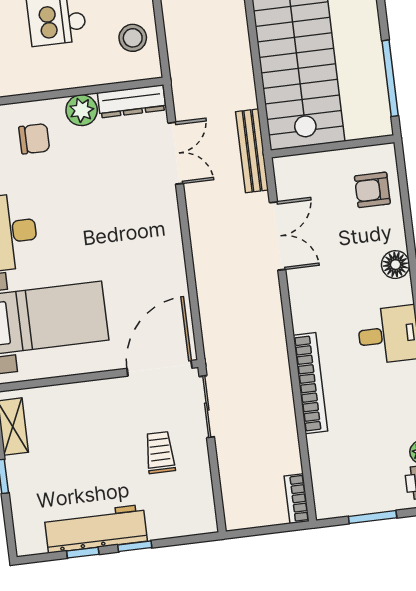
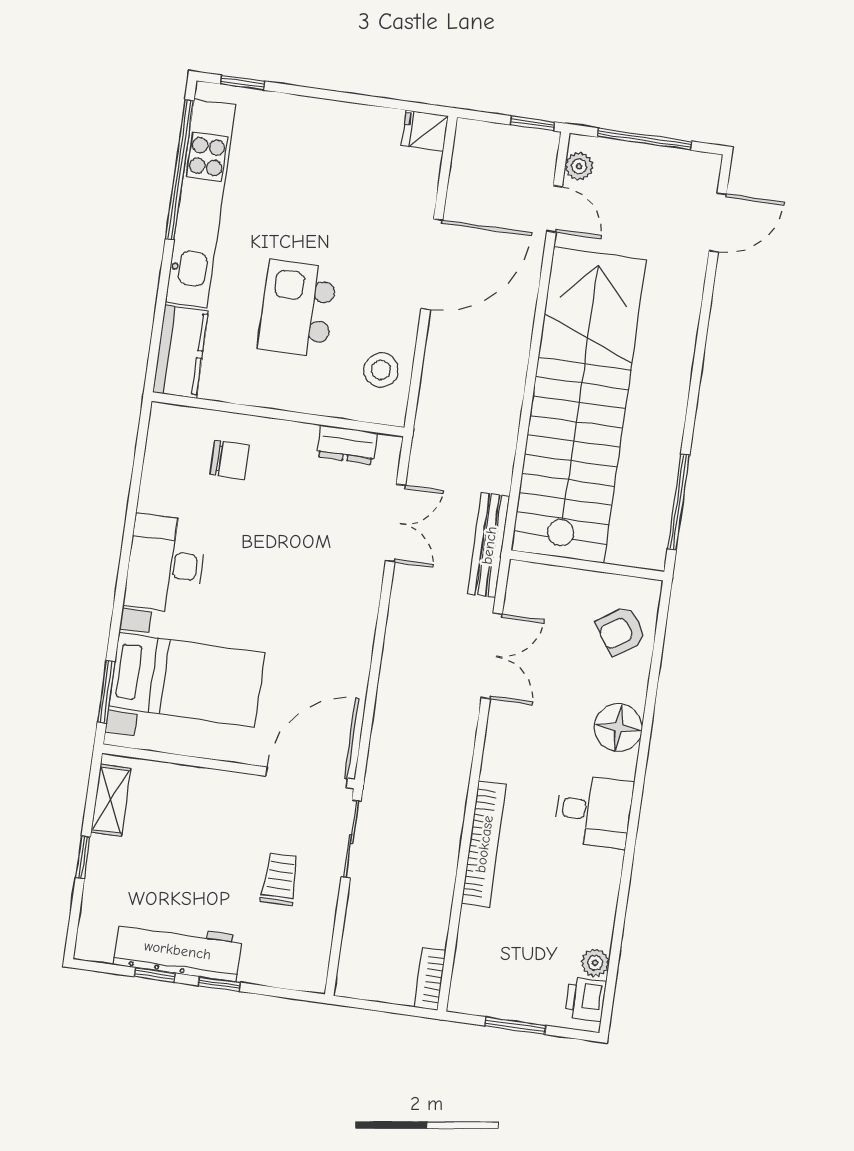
dresser: (132, 101) -> (347, 445), width x0.70
plant: (82, 110) -> (296, 441), removed
armchair: (372, 190) -> (621, 631), turned -34
floor lamp: (396, 265) -> (618, 728), width x1.38, depth x1.38

